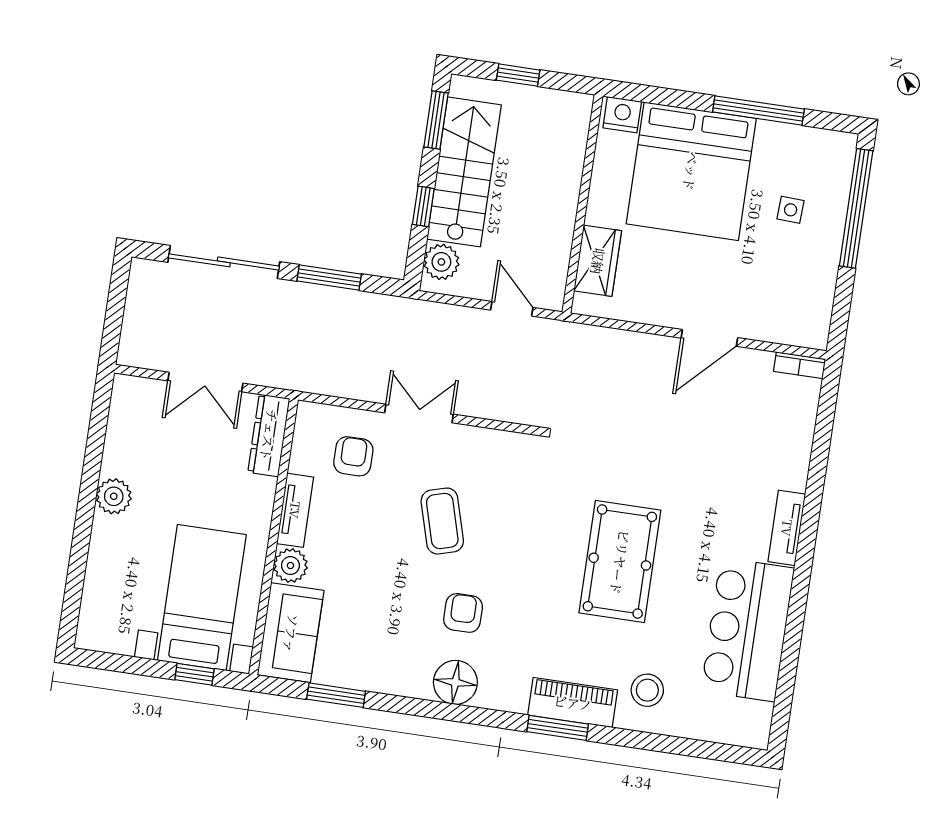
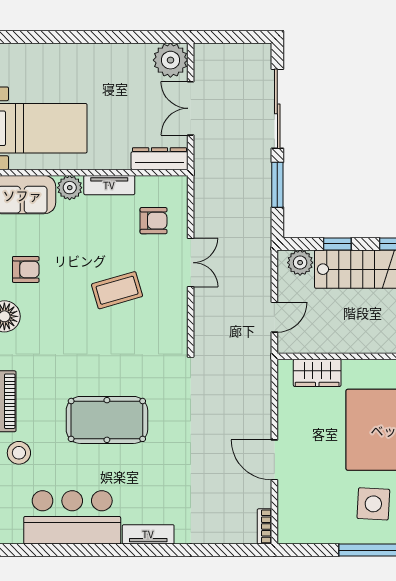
side table: (791, 210) -> (373, 504), width x1.87, depth x1.87
plant: (114, 496) -> (170, 60), moved, width x1.36, depth x1.36
armchair: (463, 613) -> (26, 269), moved

